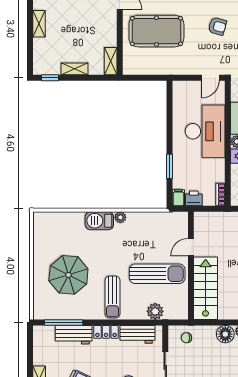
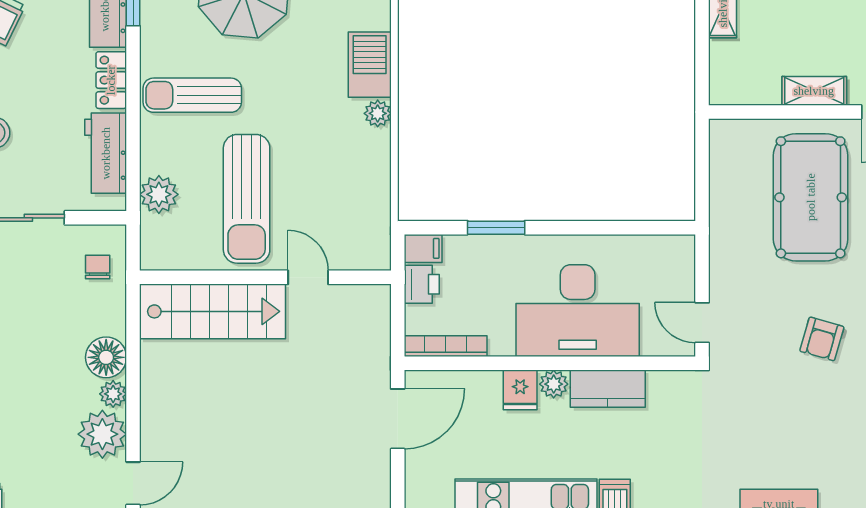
shelving: (111, 61) -> (814, 91), moved
bookcase: (220, 194) -> (446, 346), width x1.56

